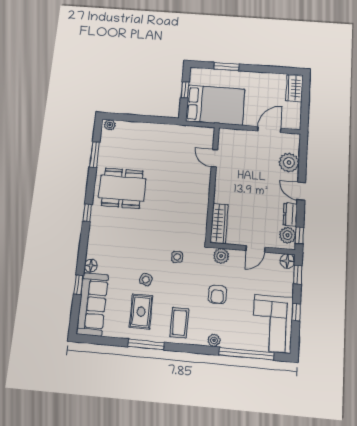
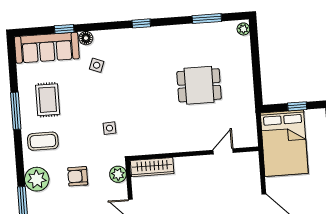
dining table: (122, 188) -> (199, 85), moved, width x0.73
side table: (146, 280) -> (97, 65), moved
rug: (141, 312) -> (48, 100), turned 90
plant: (214, 340) -> (37, 179), width x1.88, depth x1.88

